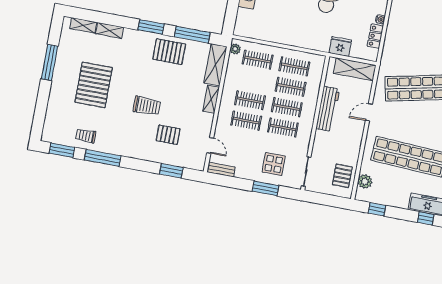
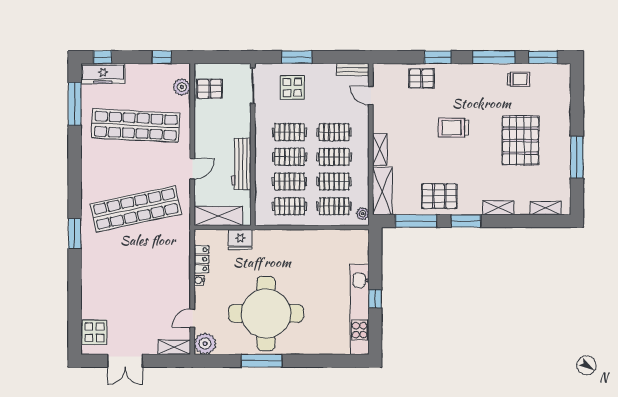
shelving: (110, 30) -> (498, 208), moved
clothes rail: (254, 80) -> (334, 182), added
pallet: (168, 135) -> (422, 78), moved
window: (171, 171) -> (438, 57), moved
pallet: (342, 176) -> (210, 89), turned 90

